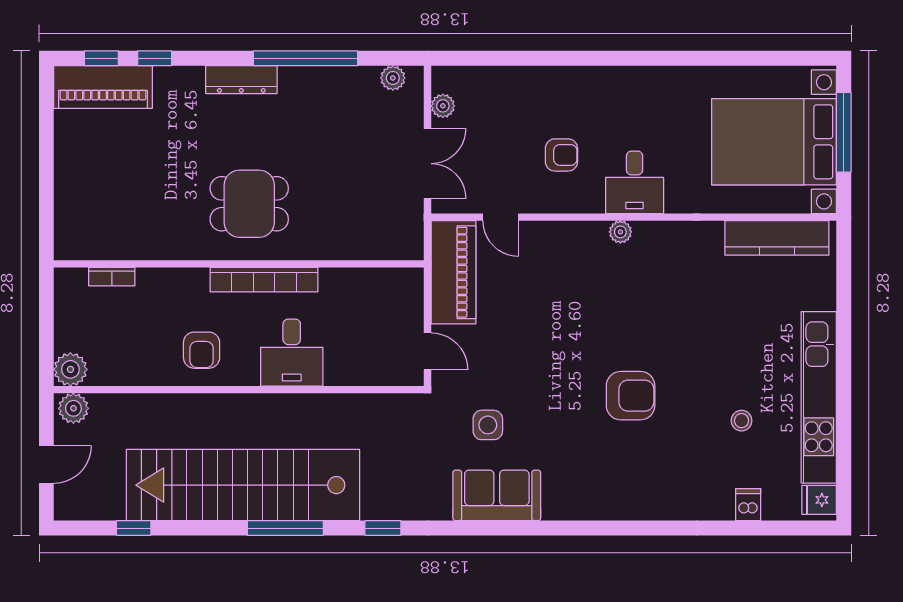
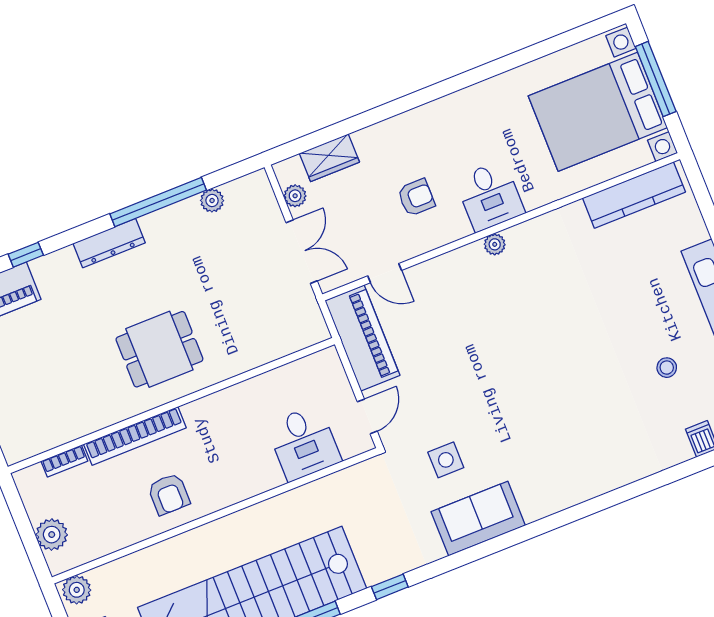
plant: (393, 78) -> (212, 201), moved
wardrobe: (492, 82) -> (329, 158), added
bookcase: (264, 280) -> (135, 436), moved
door: (427, 351) -> (367, 416), hinge flipped
desk: (292, 353) -> (304, 443), moved
plant: (70, 369) -> (52, 535), moved
armchair: (631, 396) -> (561, 384), removed

